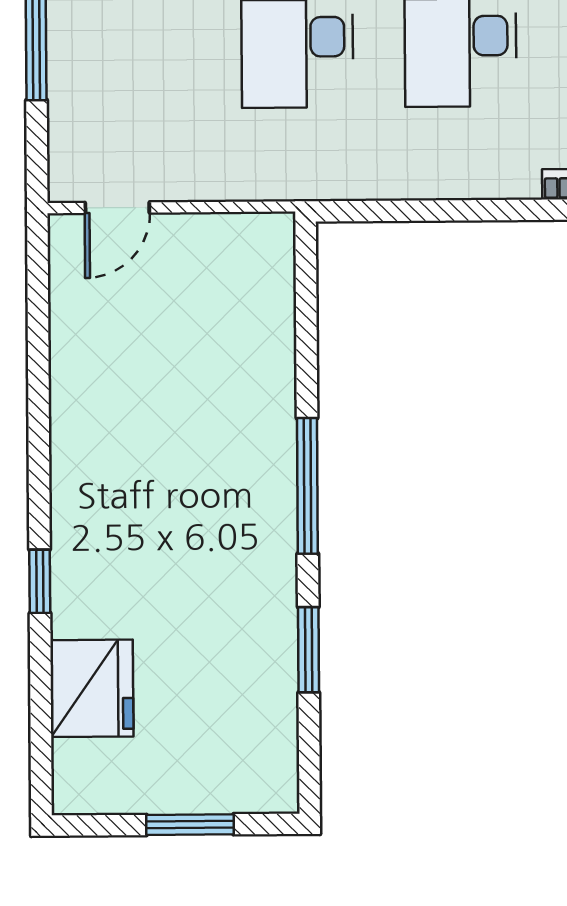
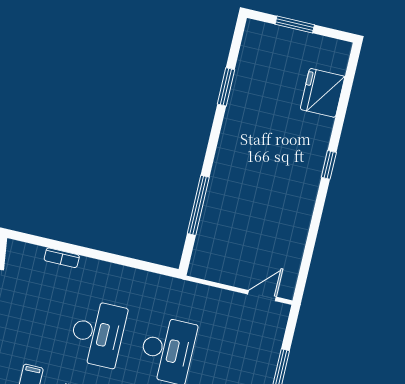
window: (307, 486) -> (198, 205), moved
window: (40, 581) -> (329, 165), moved

